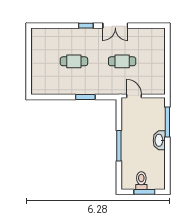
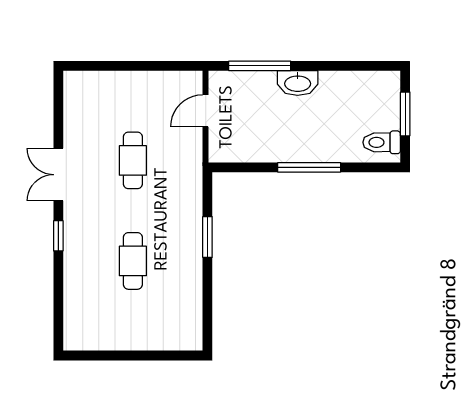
double door: (115, 26) -> (58, 175), swing flipped
door: (134, 96) -> (206, 111), moved
toilet: (141, 181) -> (382, 142), moved

